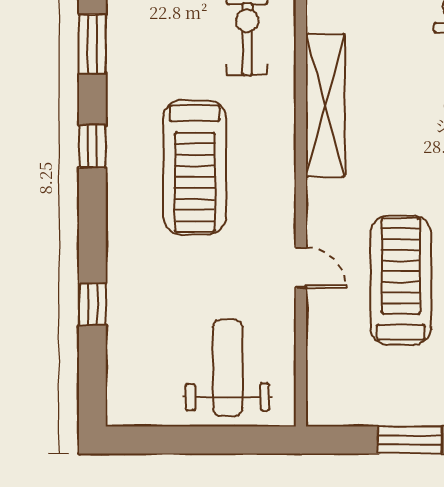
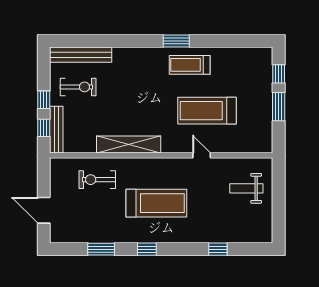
door: (301, 268) -> (202, 155), hinge flipped
weight bench: (228, 368) -> (246, 188), width x0.73, depth x0.75

